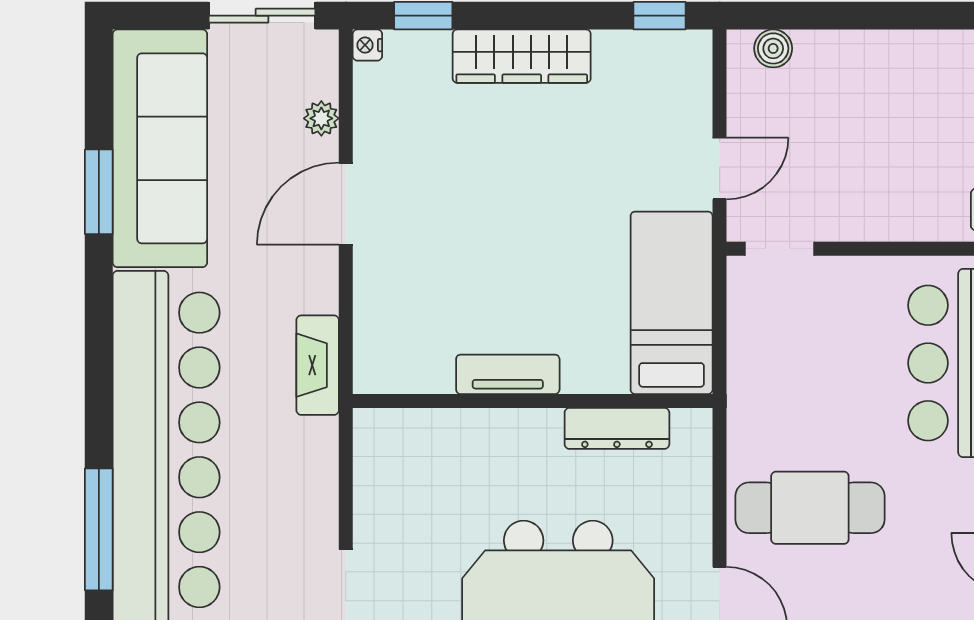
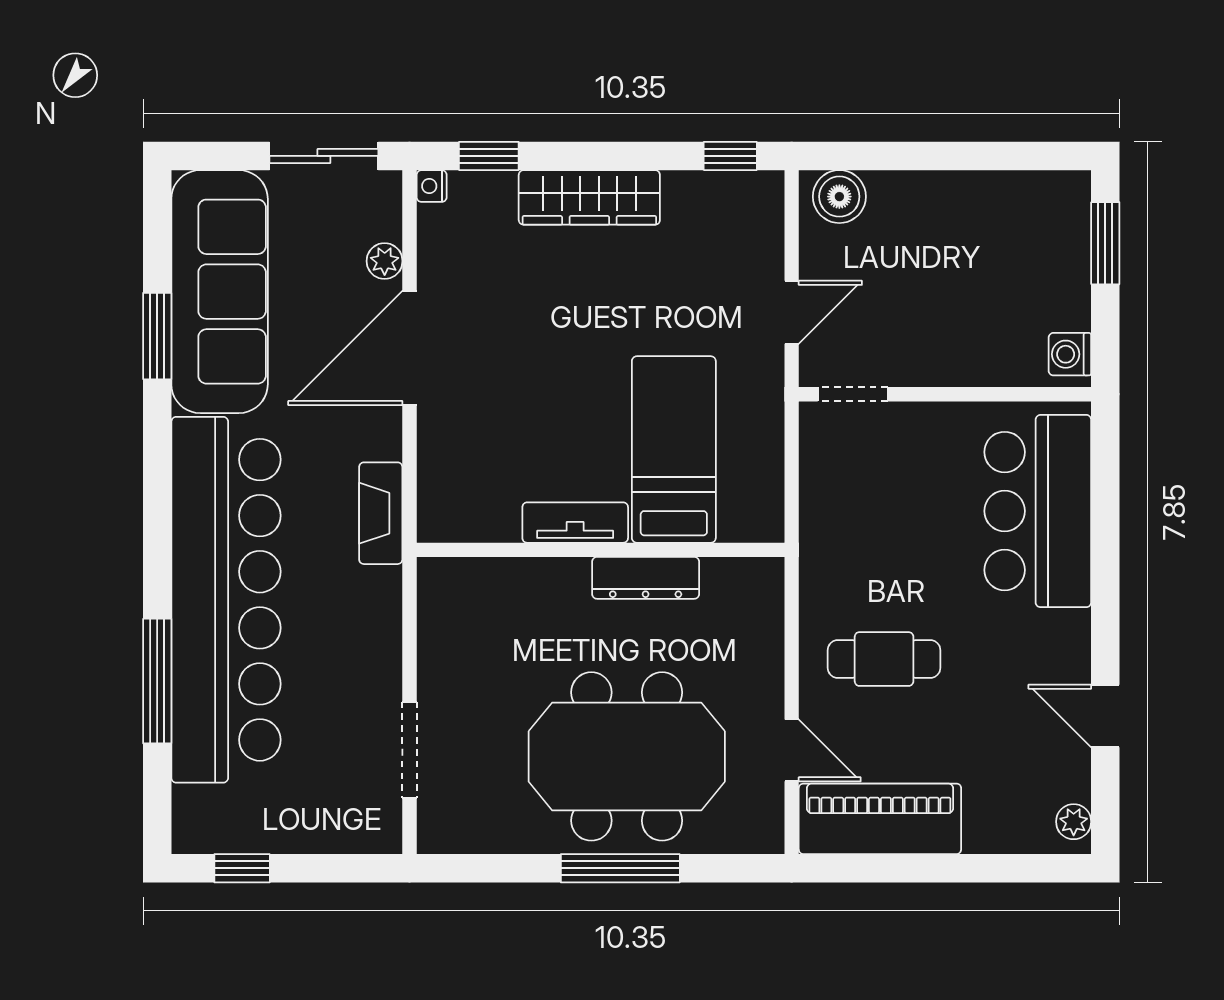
boiler: (773, 48) -> (839, 197), width x1.36, depth x1.36
door: (346, 204) -> (410, 348), width x1.36
bed: (672, 303) -> (674, 449), moved
dresser: (617, 428) -> (646, 578), moved
cafe table: (810, 508) -> (884, 659), width x0.73, depth x0.74

